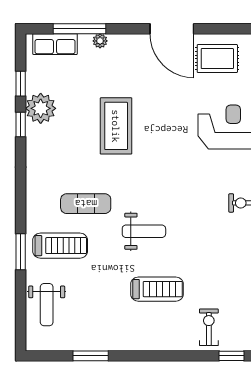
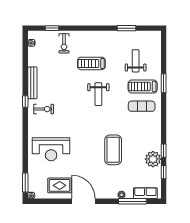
exercise mat: (86, 204) -> (142, 106), moved
weight bench: (144, 231) -> (98, 94), turned -90
weight bench: (47, 305) -> (136, 61), moved

